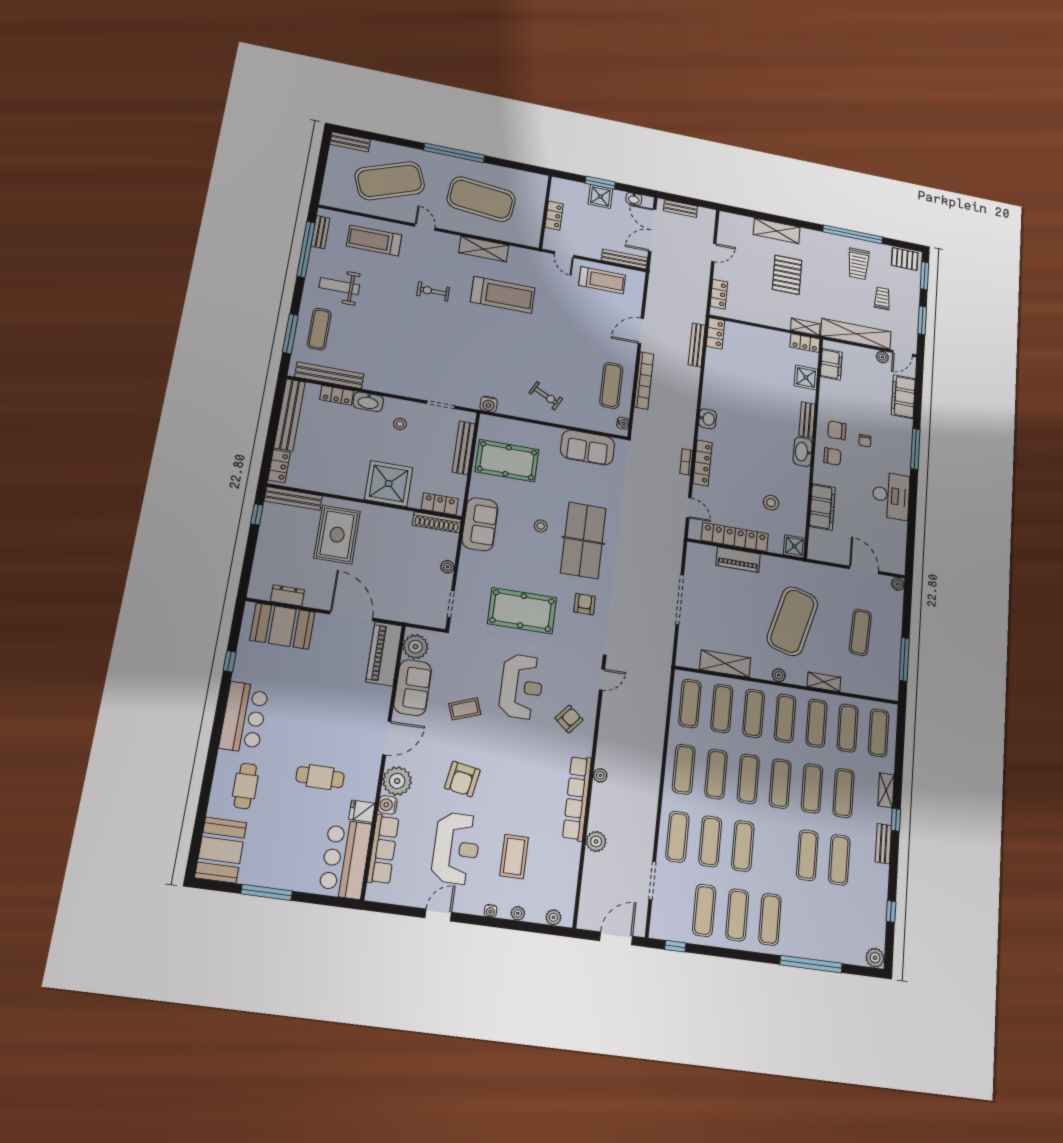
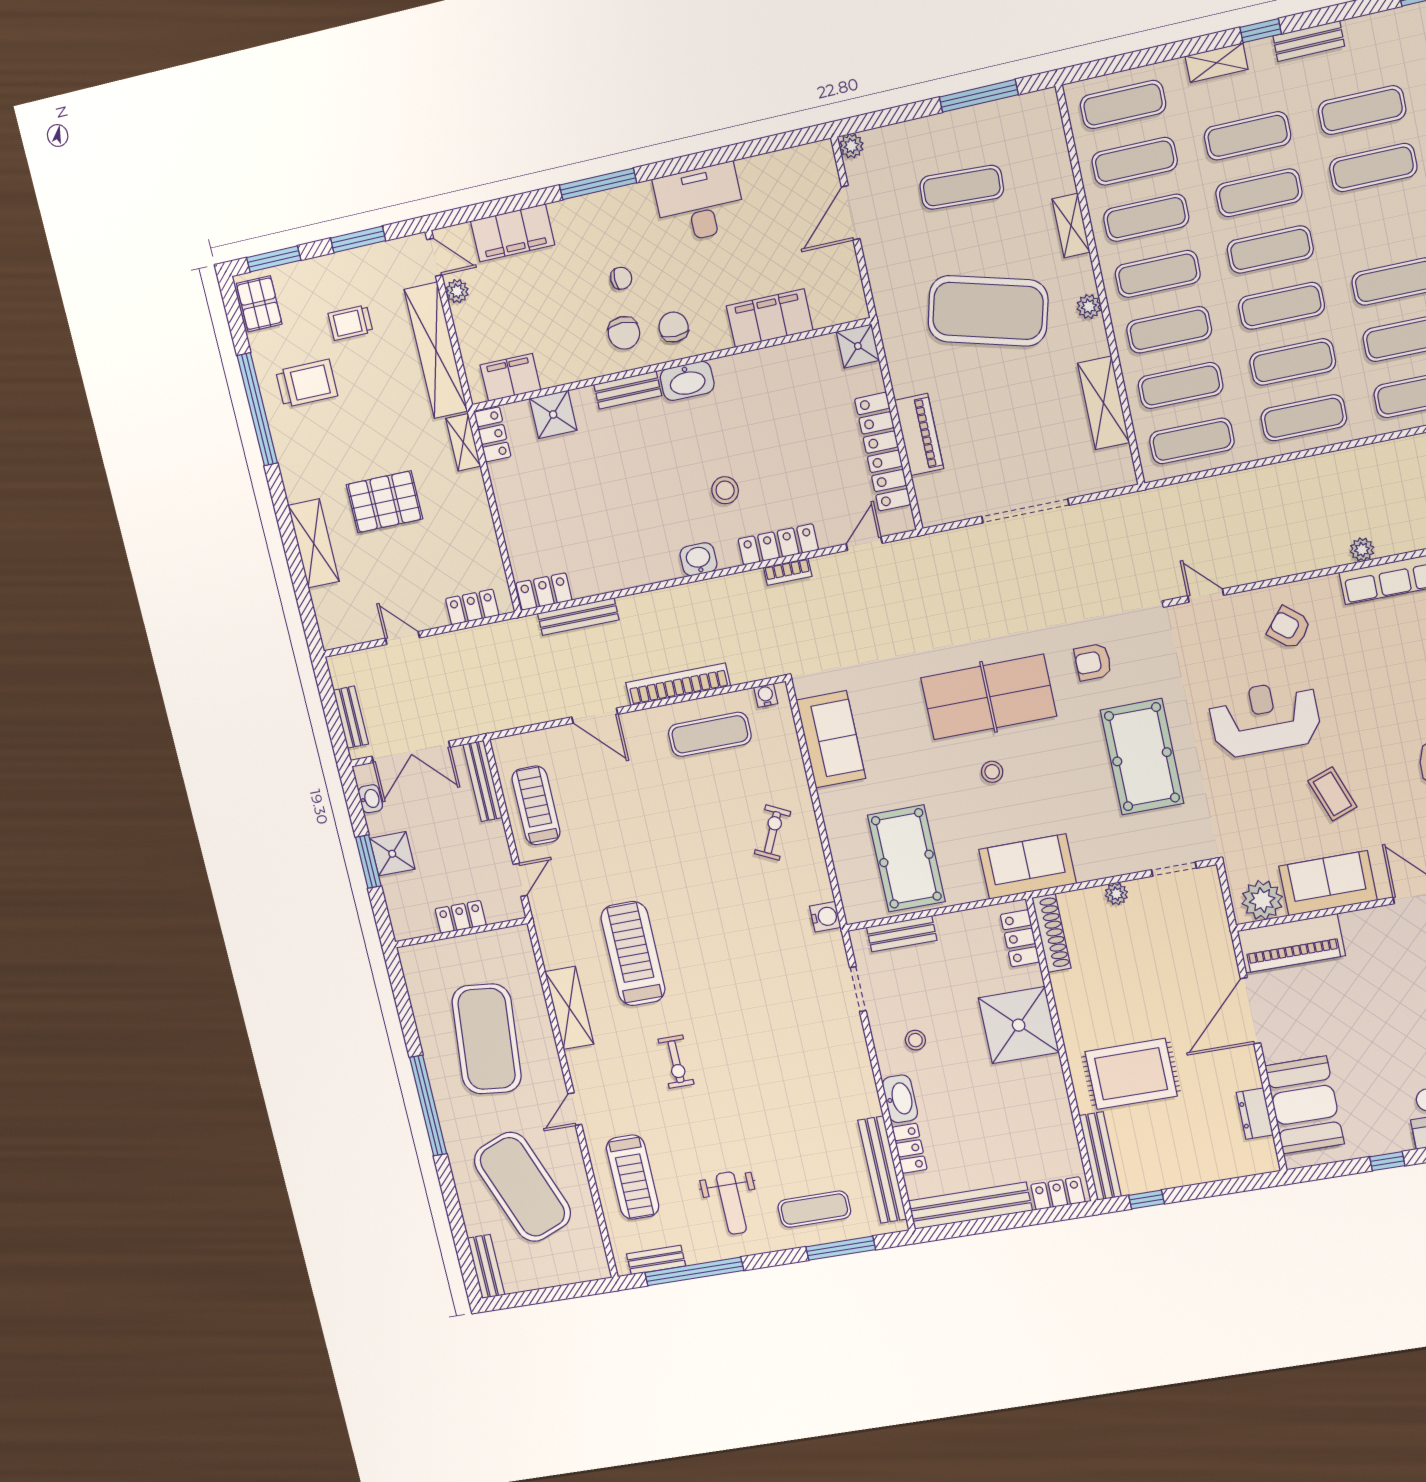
bench: (464, 448) -> (902, 934), width x0.73
stool: (771, 503) -> (725, 490), moved

